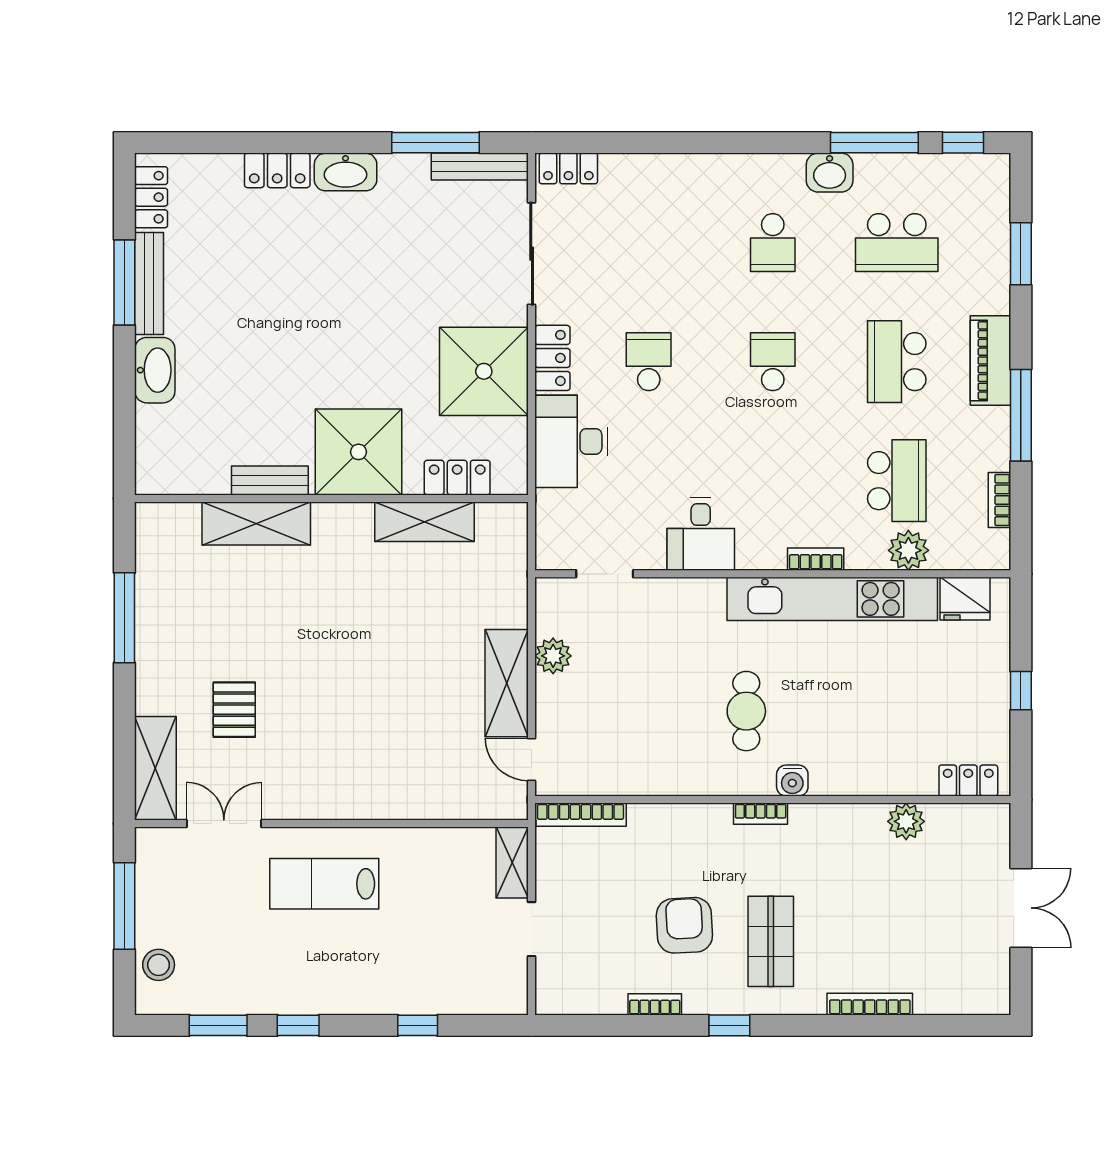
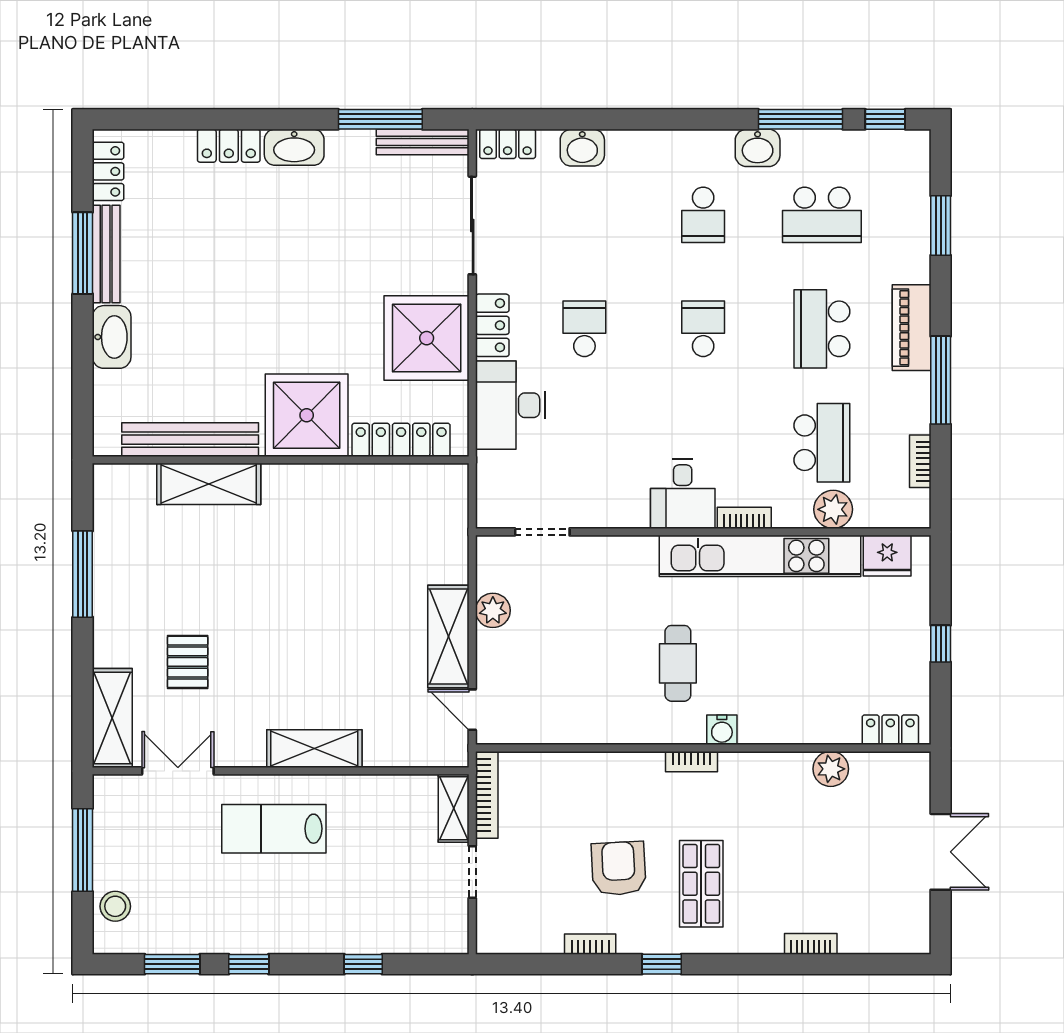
washbasin: (646, 172) -> (582, 148), added
locker: (457, 478) -> (401, 440), width x1.53
bench: (270, 480) -> (190, 440), width x1.86, depth x1.21
shelving: (425, 522) -> (314, 749), moved
desk: (701, 534) -> (683, 494), moved
bookcase: (581, 815) -> (487, 795), moved, turned -90
bookcase: (870, 1004) -> (811, 944), width x0.64

